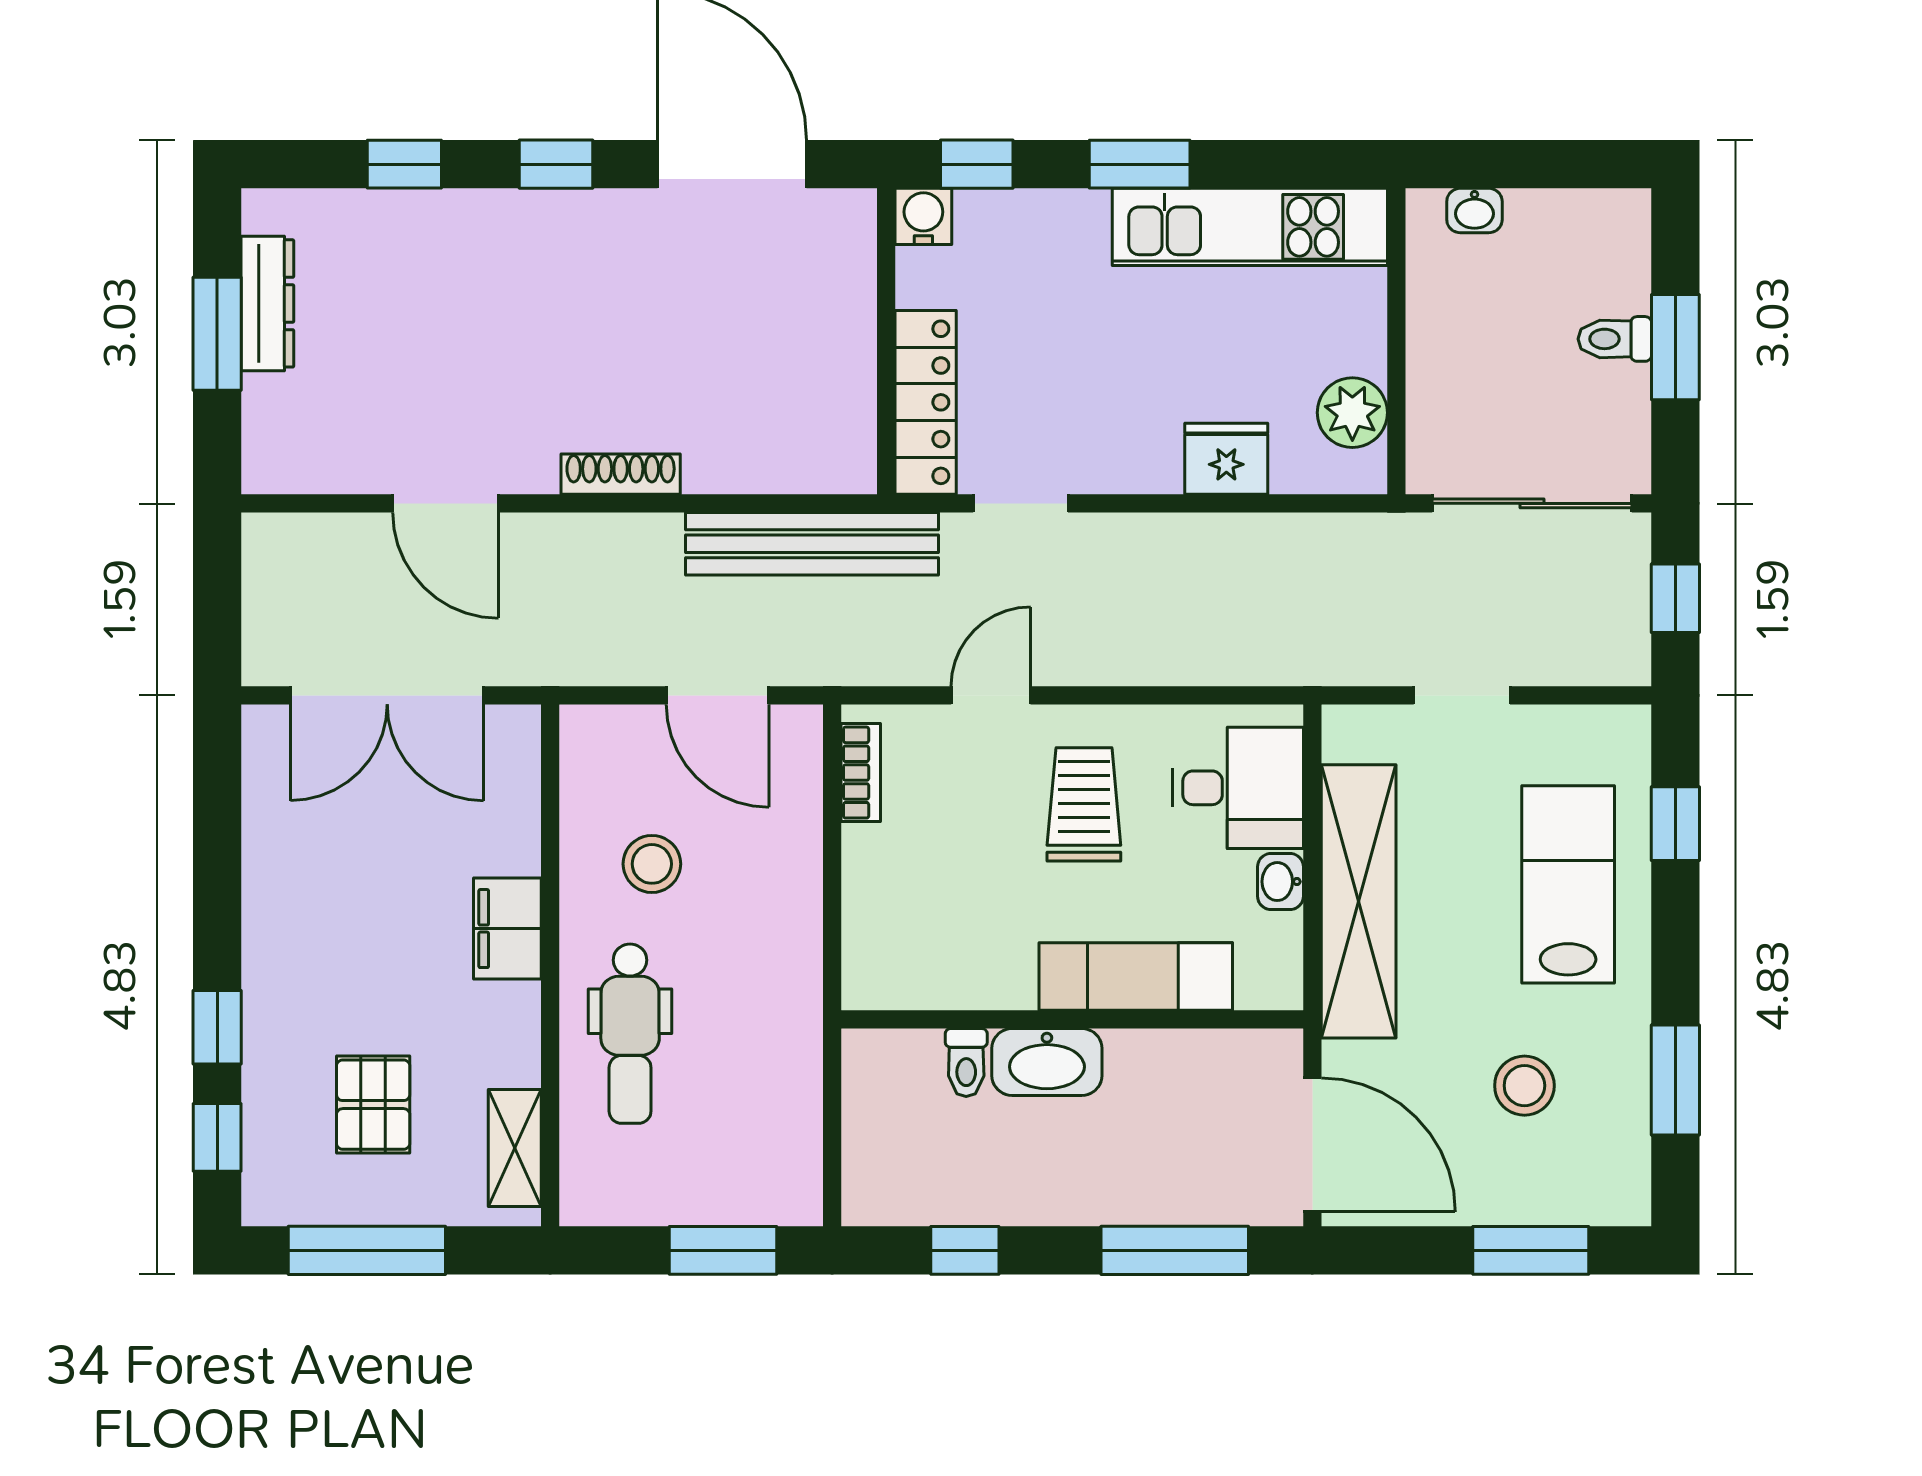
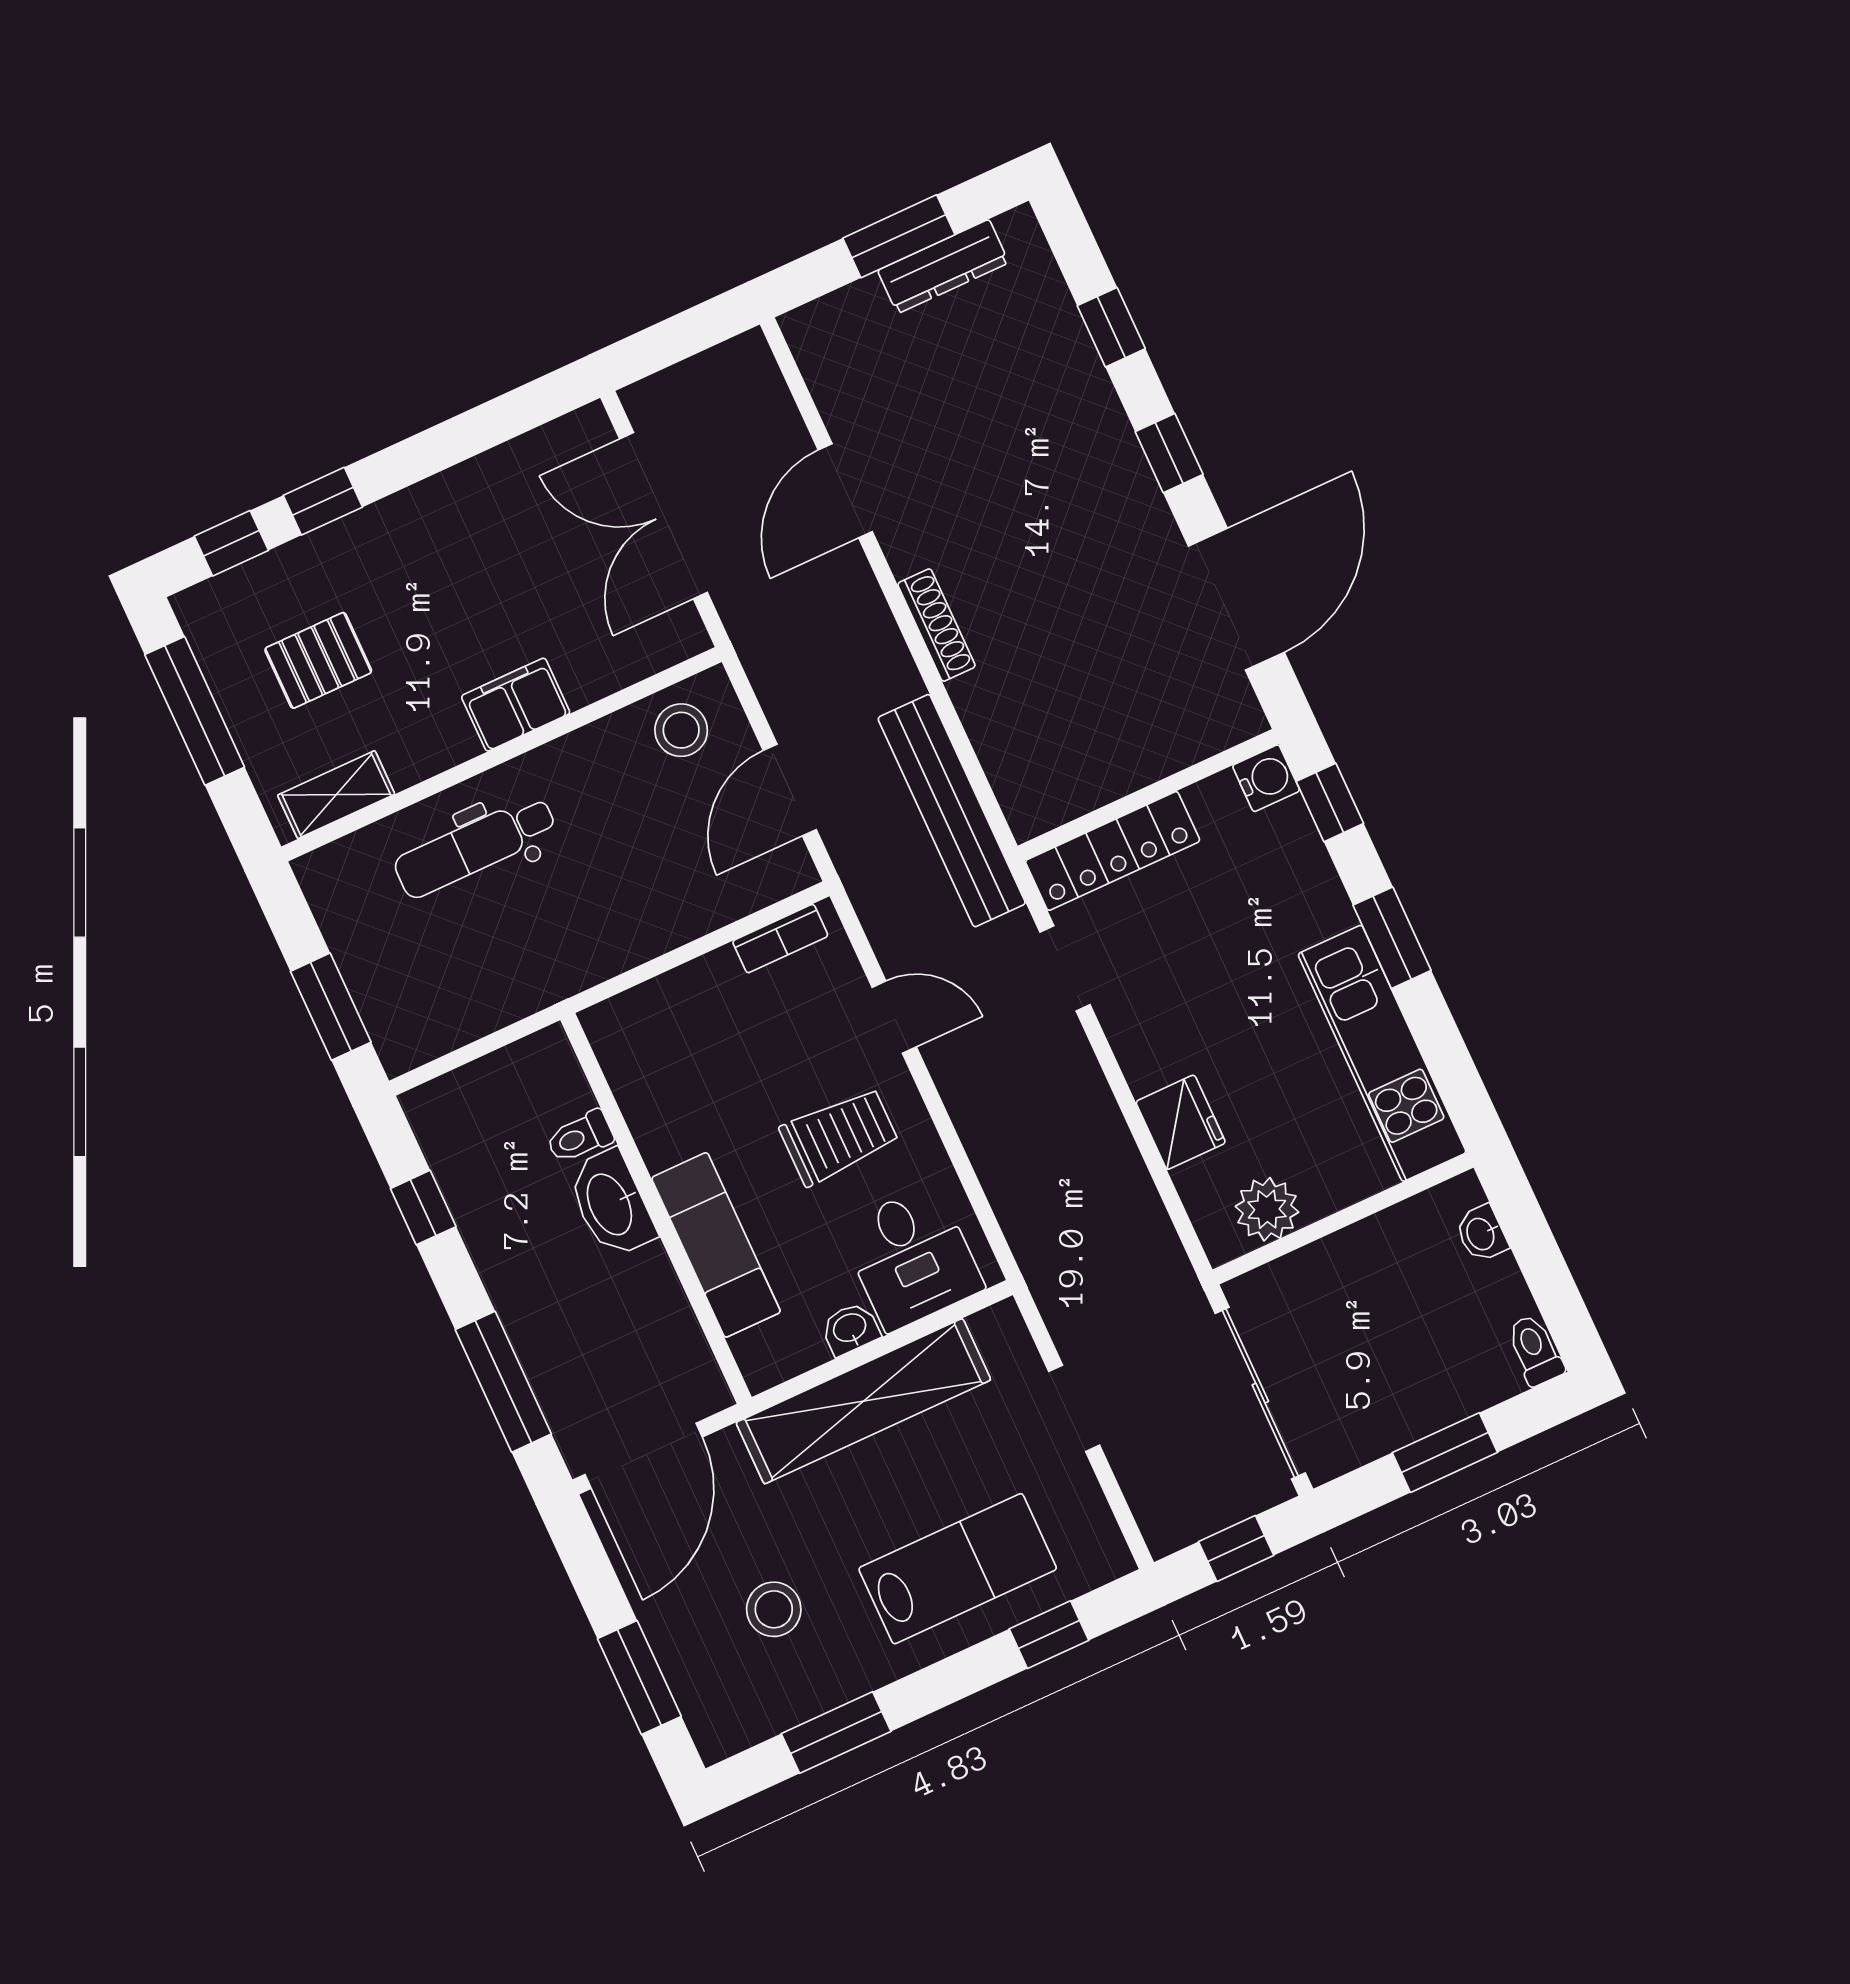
toilet: (1615, 339) -> (1535, 1350), moved
stool: (652, 864) -> (681, 730), moved

